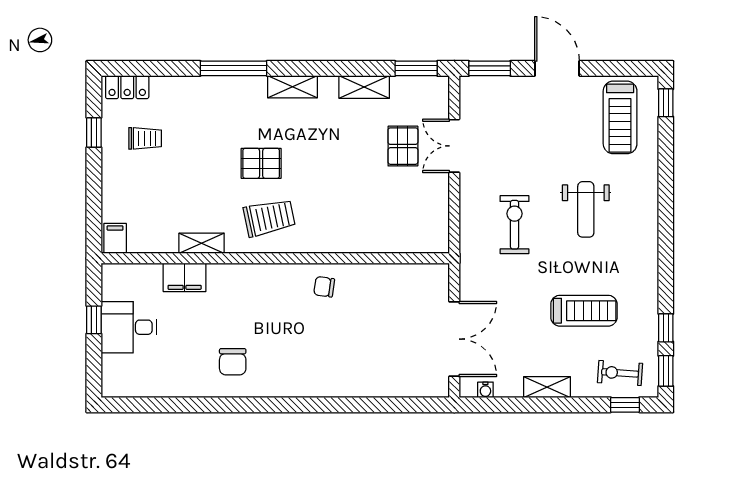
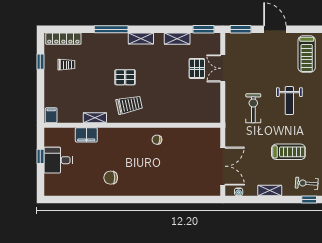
locker: (127, 87) -> (63, 39), width x1.53
chair: (233, 362) -> (111, 178), turned 90

